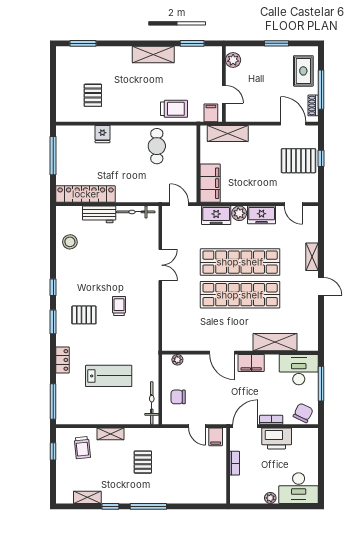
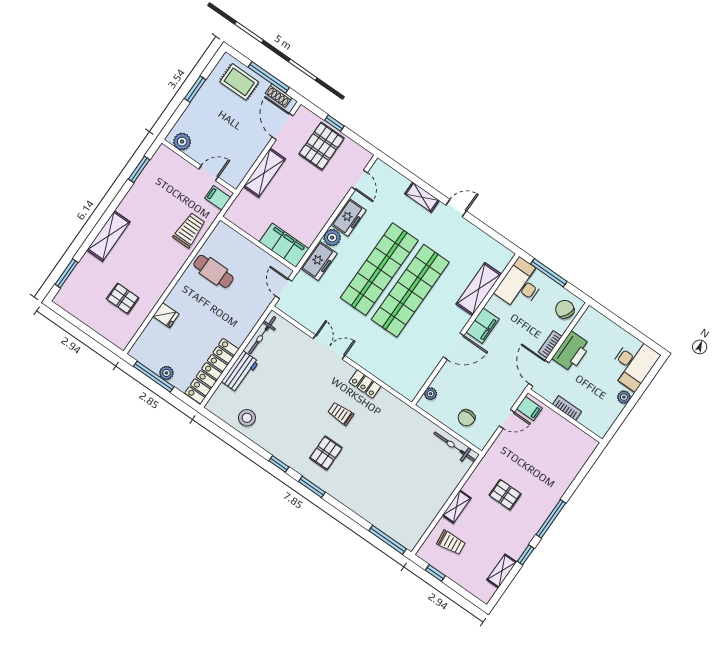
shelving: (153, 54) -> (108, 236), moved
door: (293, 124) -> (283, 126), hinge flipped
shelving: (228, 133) -> (264, 173), moved
plant: (62, 163) -> (166, 373), added
door: (179, 204) -> (284, 289), hinge flipped
door: (293, 204) -> (360, 180), hinge flipped
locker: (63, 360) -> (365, 384), moved, turned 180
lab bench: (109, 376) -> (400, 470), removed

